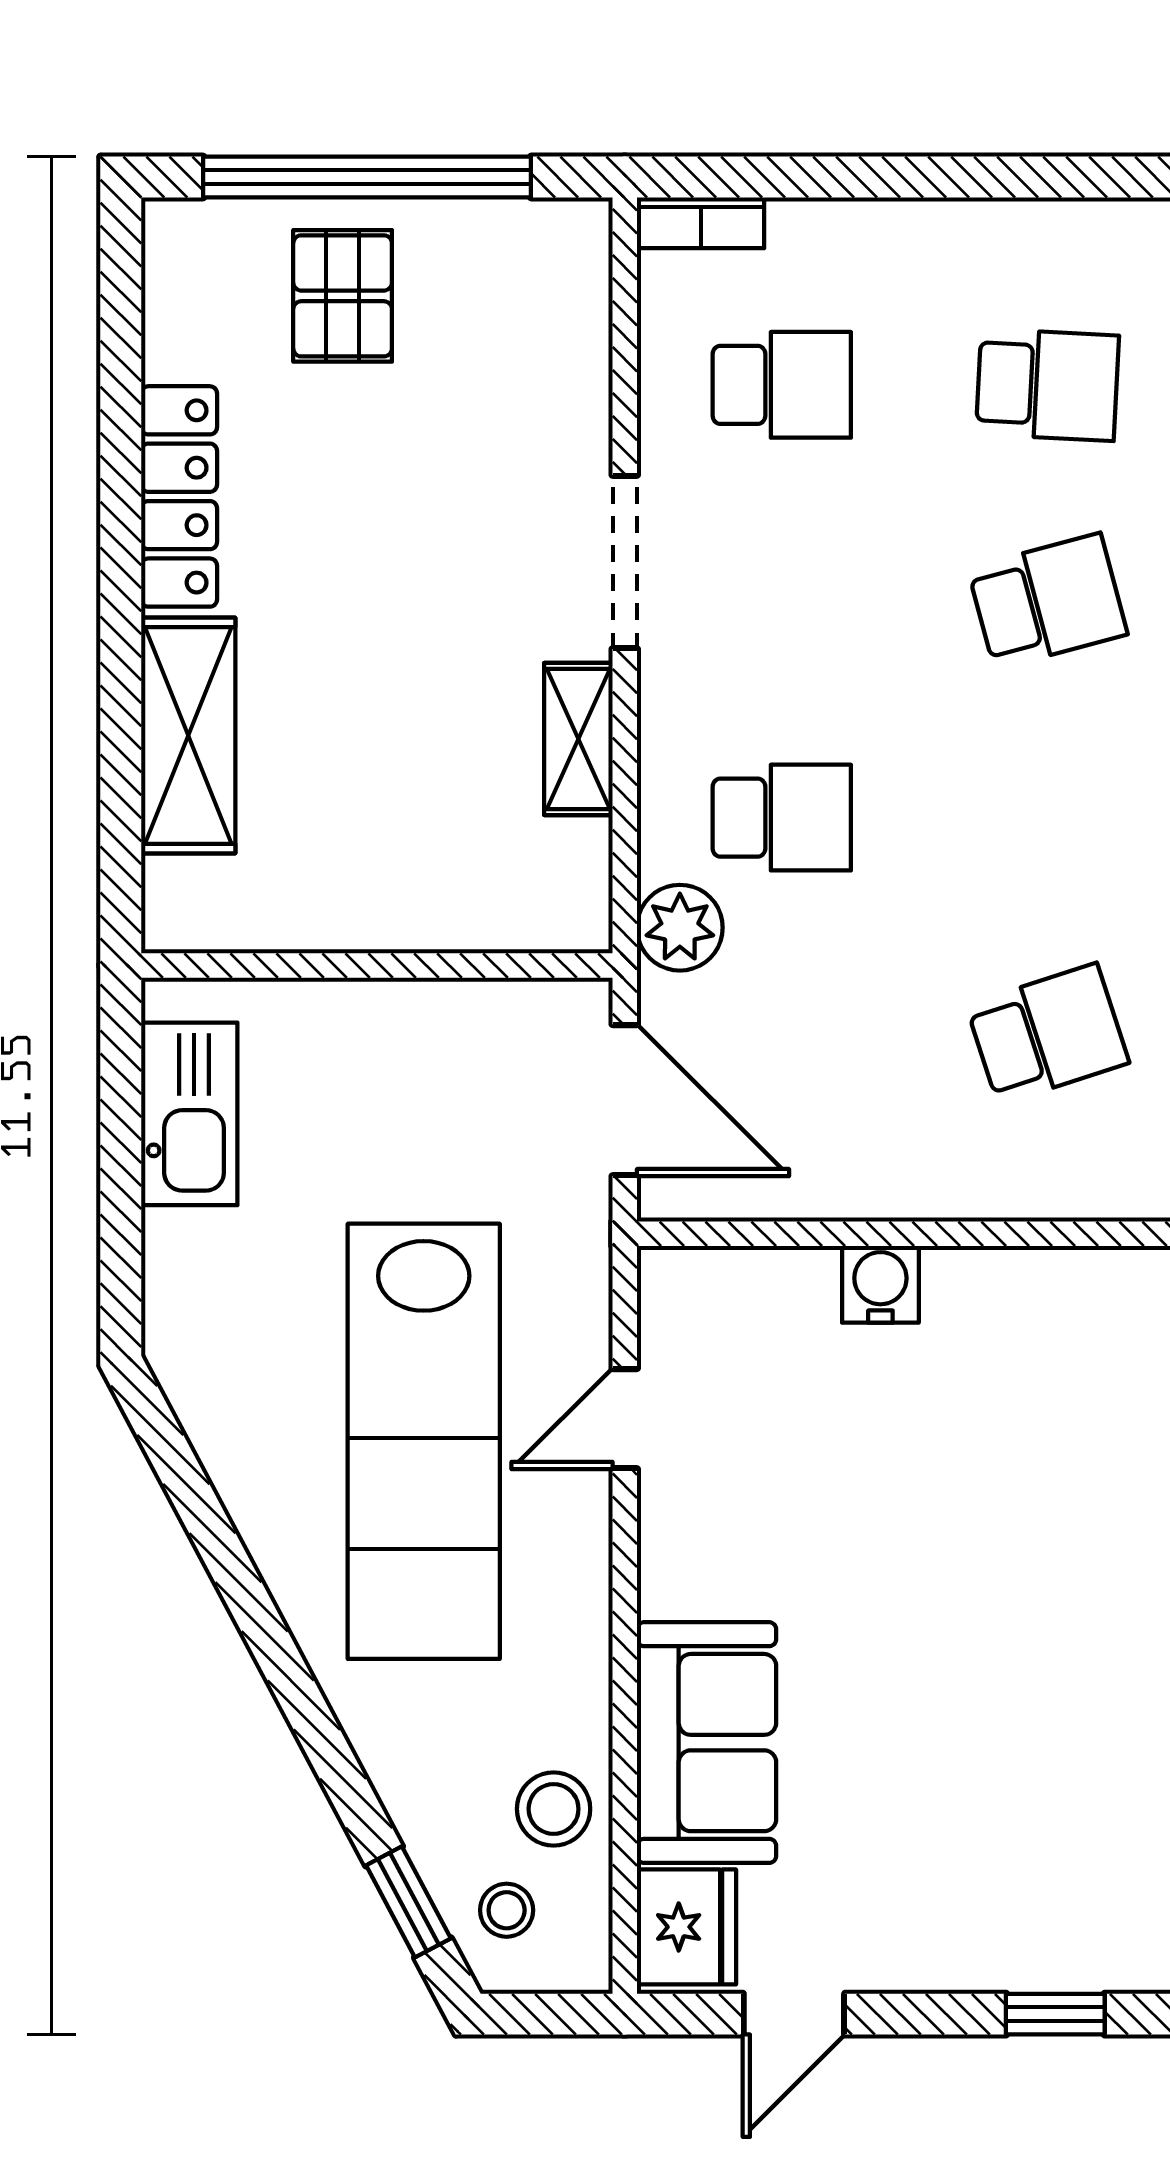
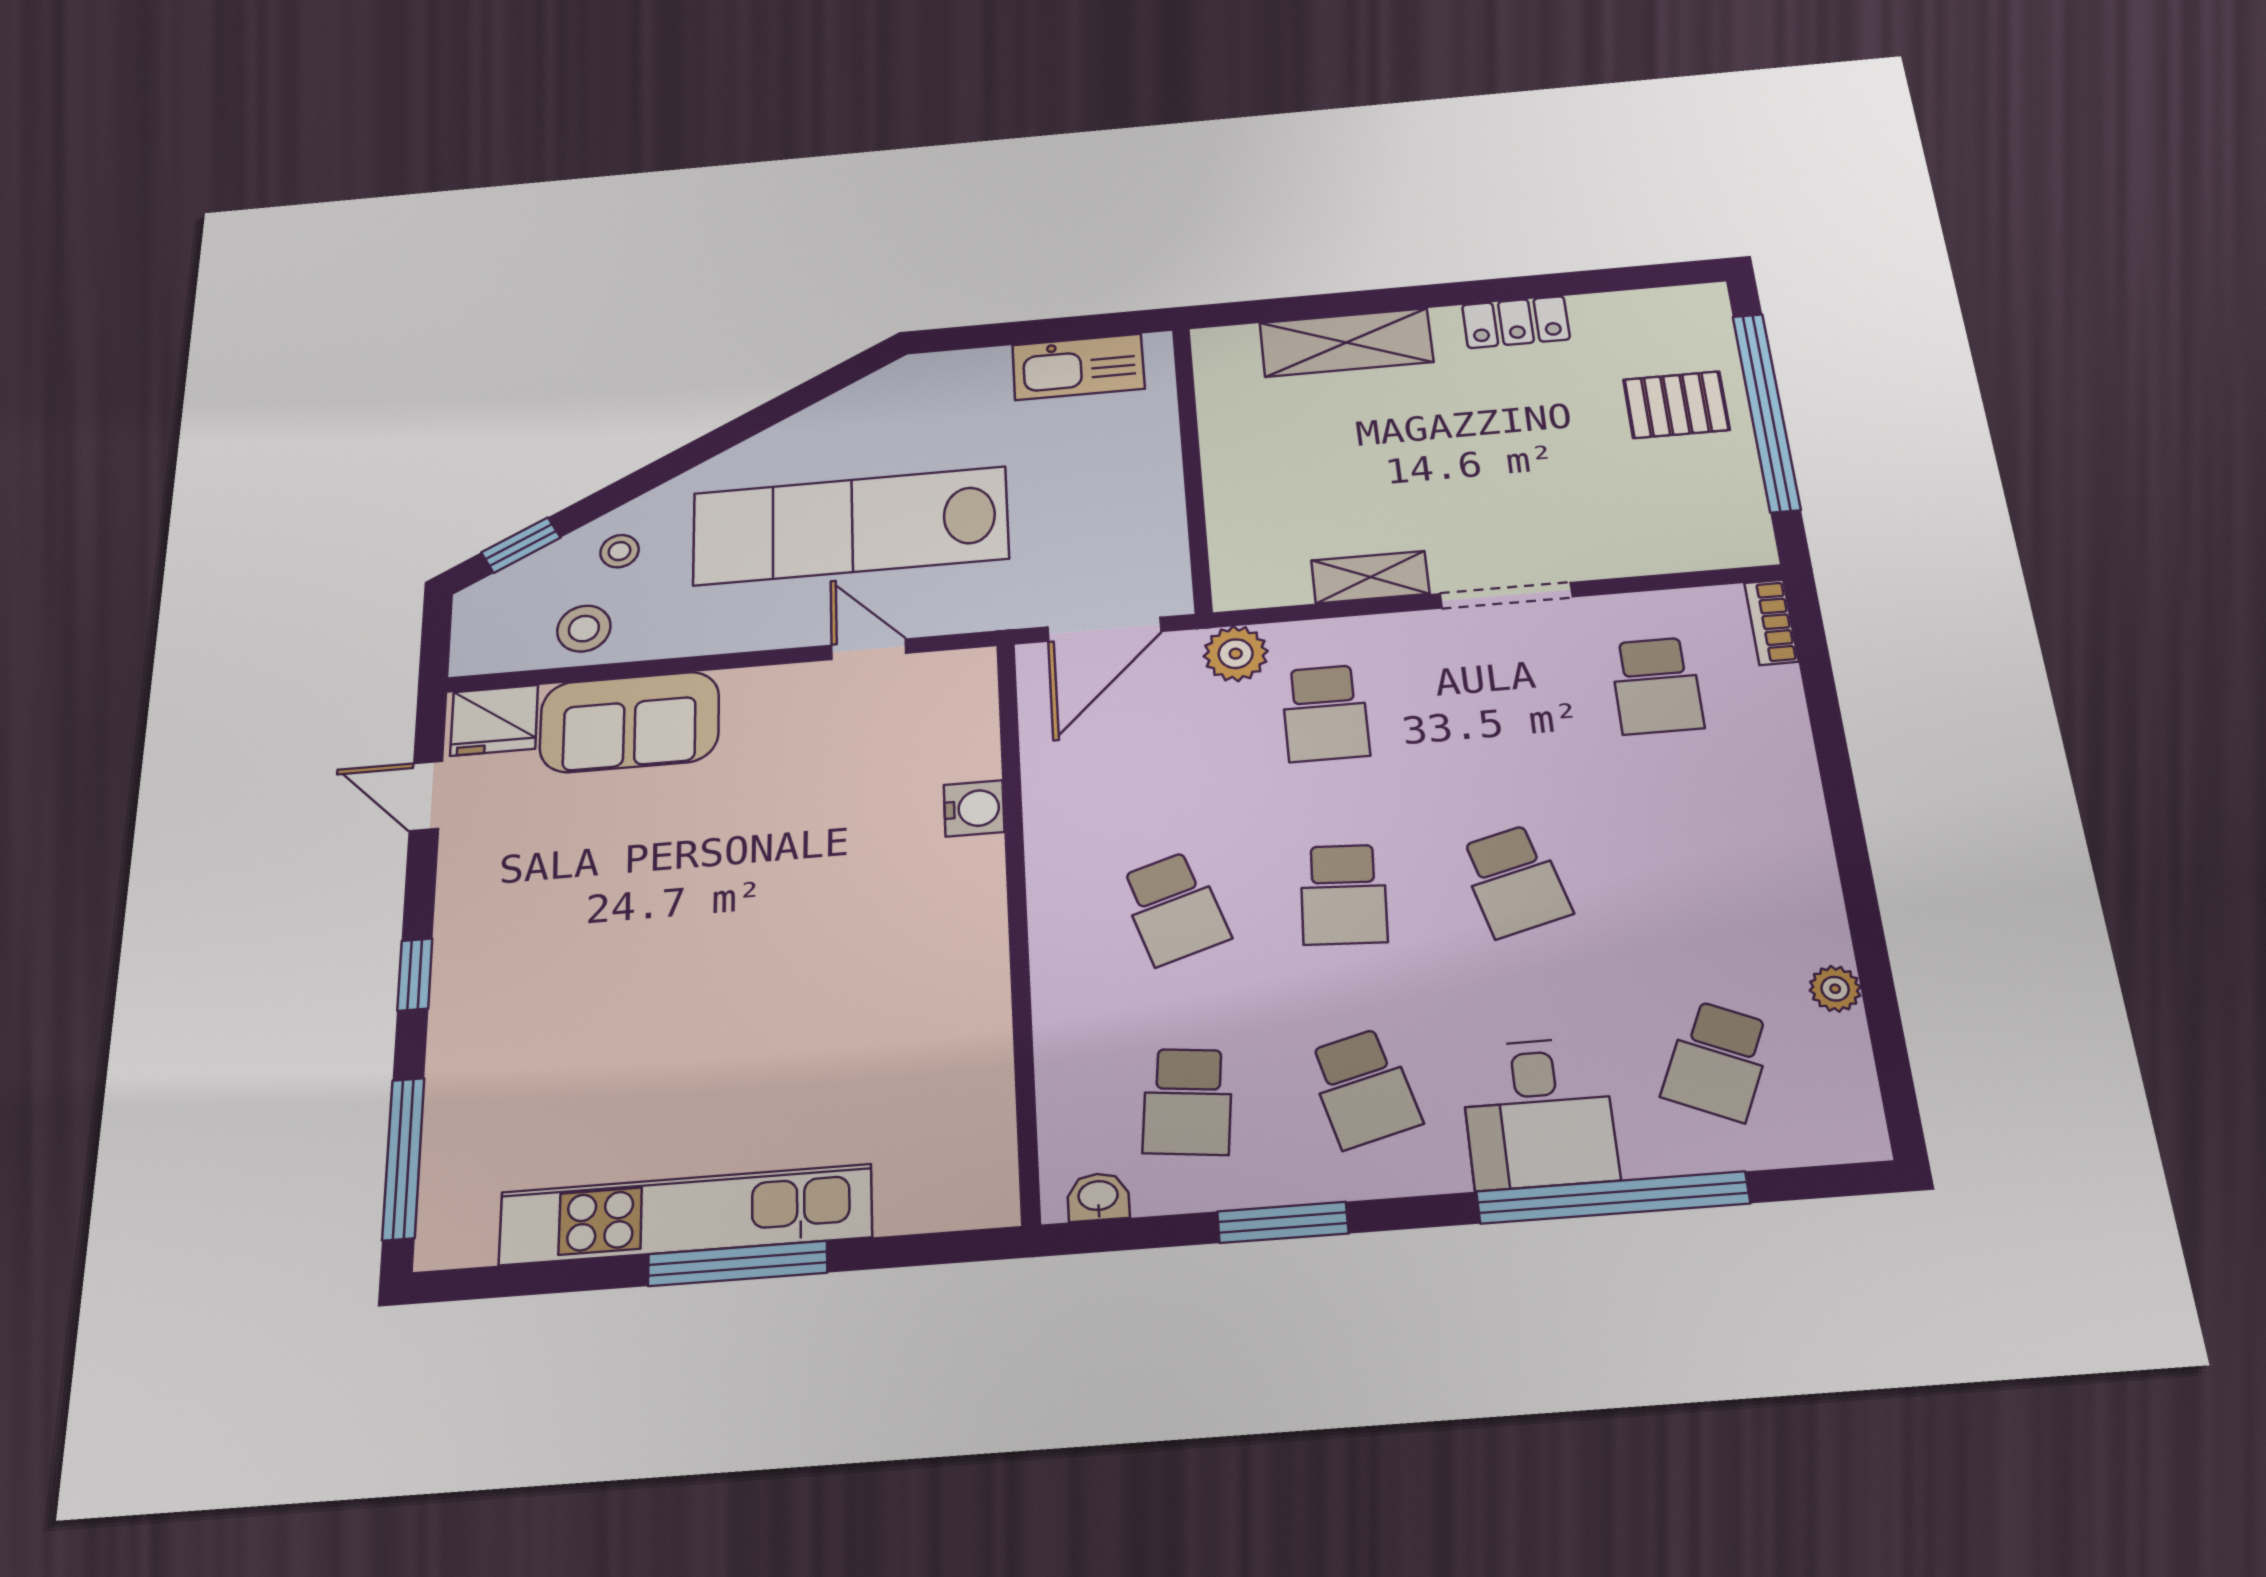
school desk: (1047, 385) -> (1344, 894), moved
locker: (179, 496) -> (1516, 322), width x0.66
stool: (507, 1910) -> (620, 551), moved

